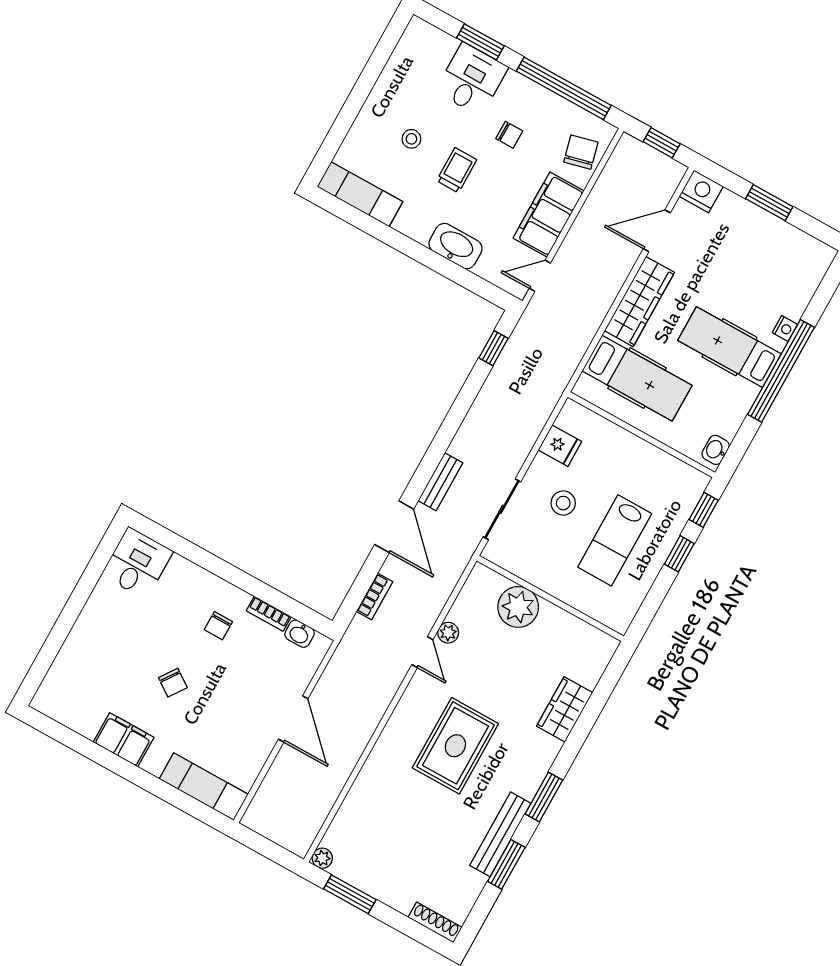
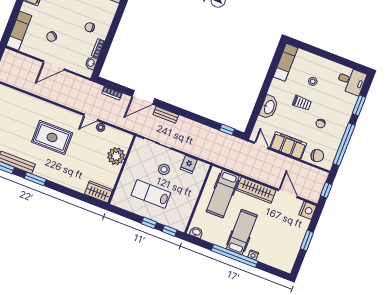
desk: (472, 79) -> (351, 81), moved
chair: (173, 683) -> (52, 37), moved
wardrobe: (565, 709) -> (99, 192), moved

